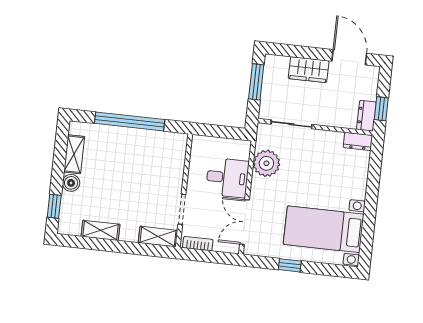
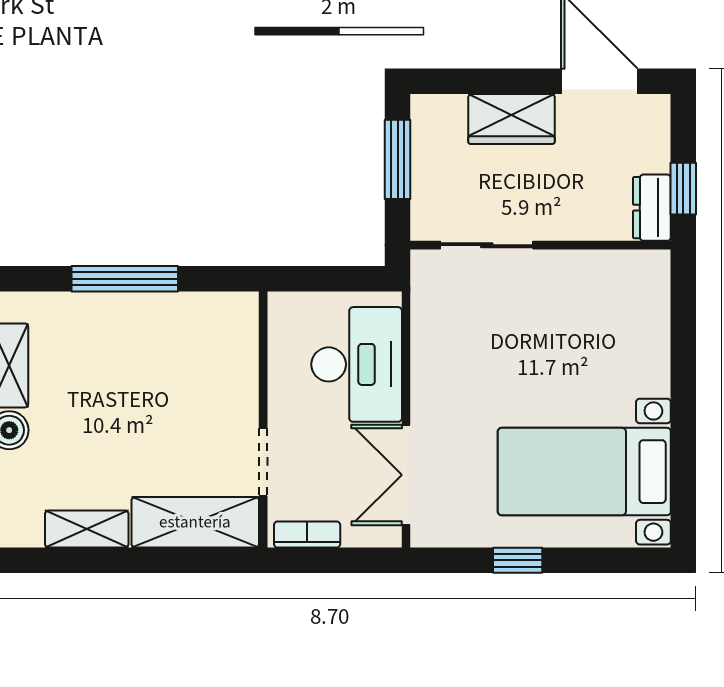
window: (130, 121) -> (125, 279), width x0.68
dresser: (358, 141) -> (639, 267), removed
plant: (266, 163) -> (441, 338), removed
desk: (227, 178) -> (357, 364), width x1.37
shelving: (158, 237) -> (195, 522), width x1.50, depth x1.33

